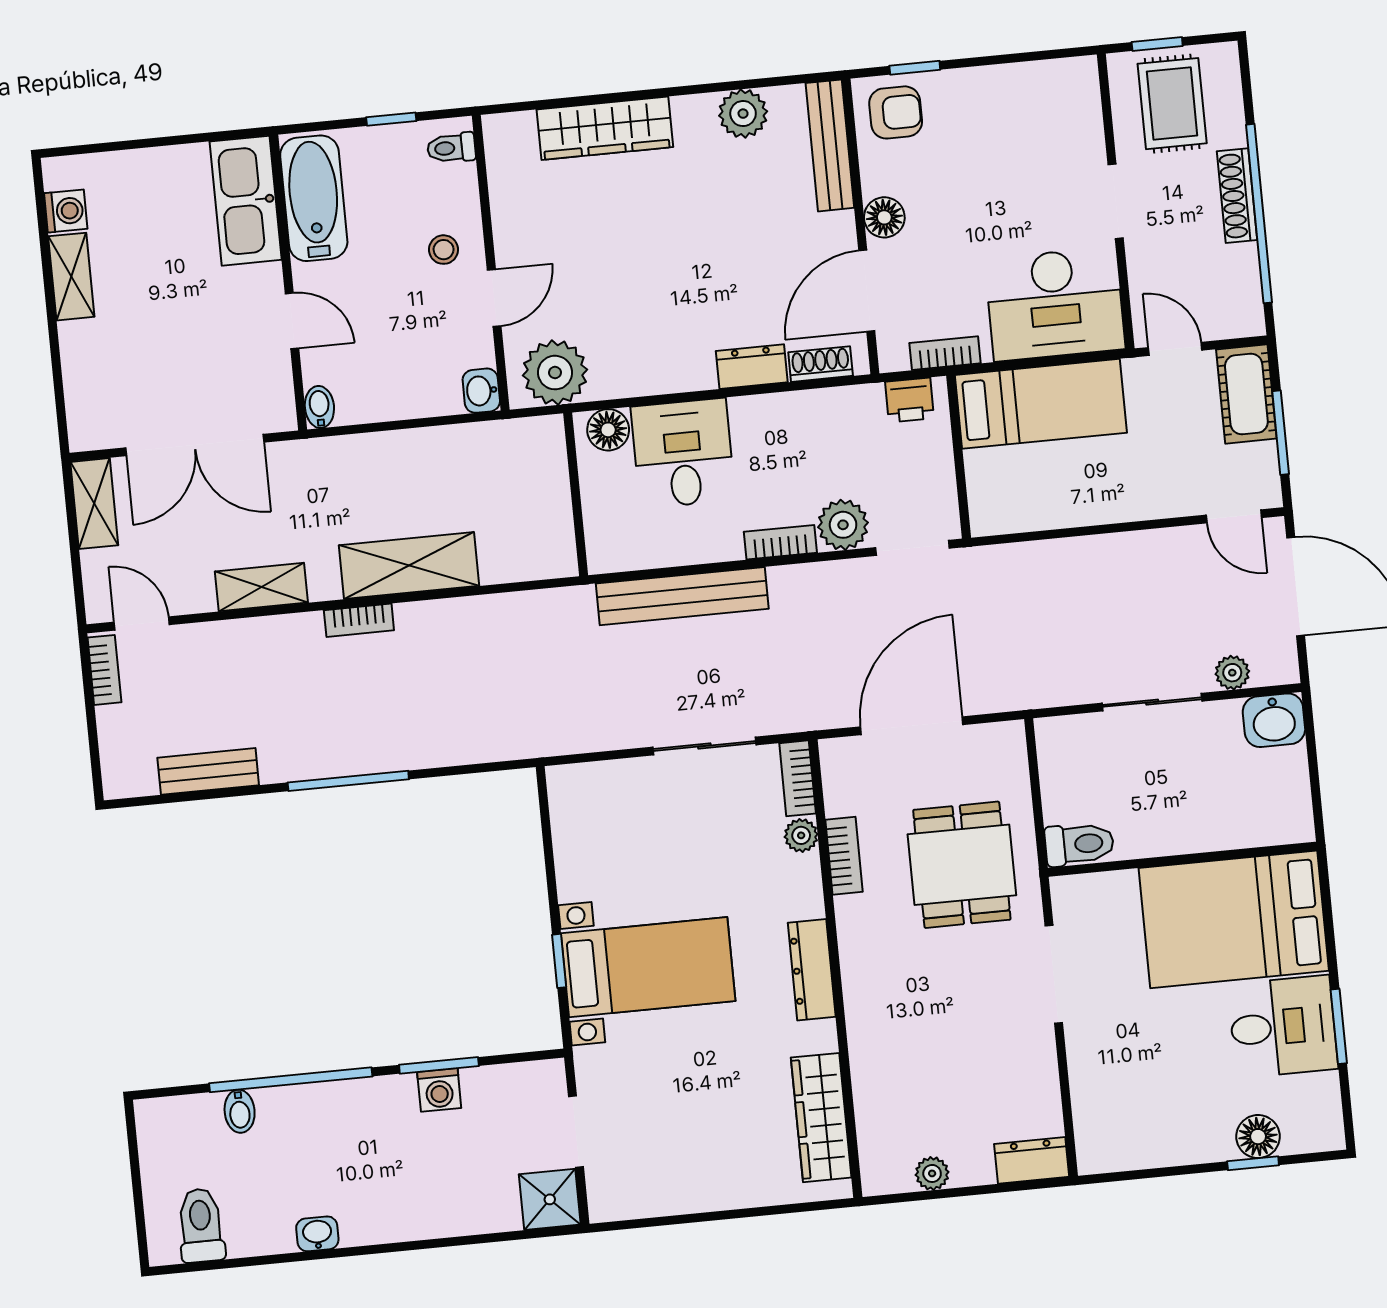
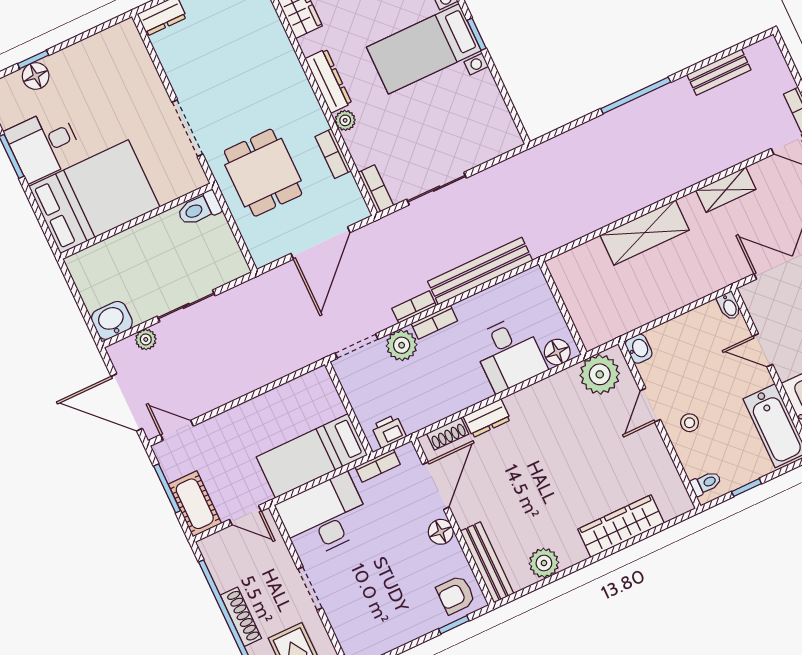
bookcase: (359, 620) -> (414, 307), moved
plant: (801, 835) -> (345, 120), moved

